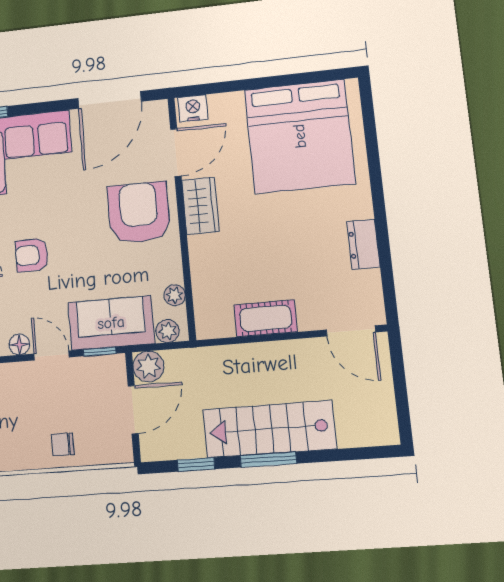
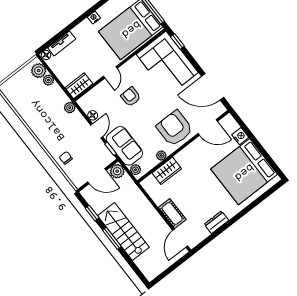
nightstand: (193, 108) -> (240, 136), moved
wardrobe: (200, 206) -> (167, 171), moved
armchair: (139, 213) -> (175, 128), turned -90
plant: (175, 295) -> (161, 155), moved
cot: (266, 318) -> (172, 213), moved

